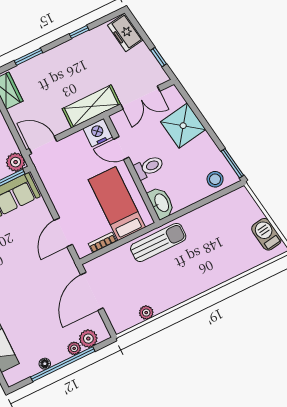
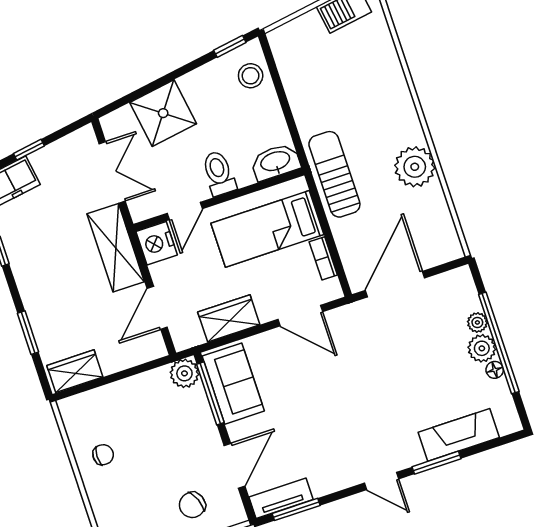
window: (159, 57) -> (29, 150), moved
door: (43, 145) -> (157, 308), moved
window: (232, 163) -> (230, 46), width x0.67
wardrobe: (55, 186) -> (229, 318), added
door: (92, 291) -> (395, 284), swing flipped
plant: (146, 313) -> (415, 167), moved, width x1.87, depth x1.87
plant: (88, 339) -> (482, 348), moved

